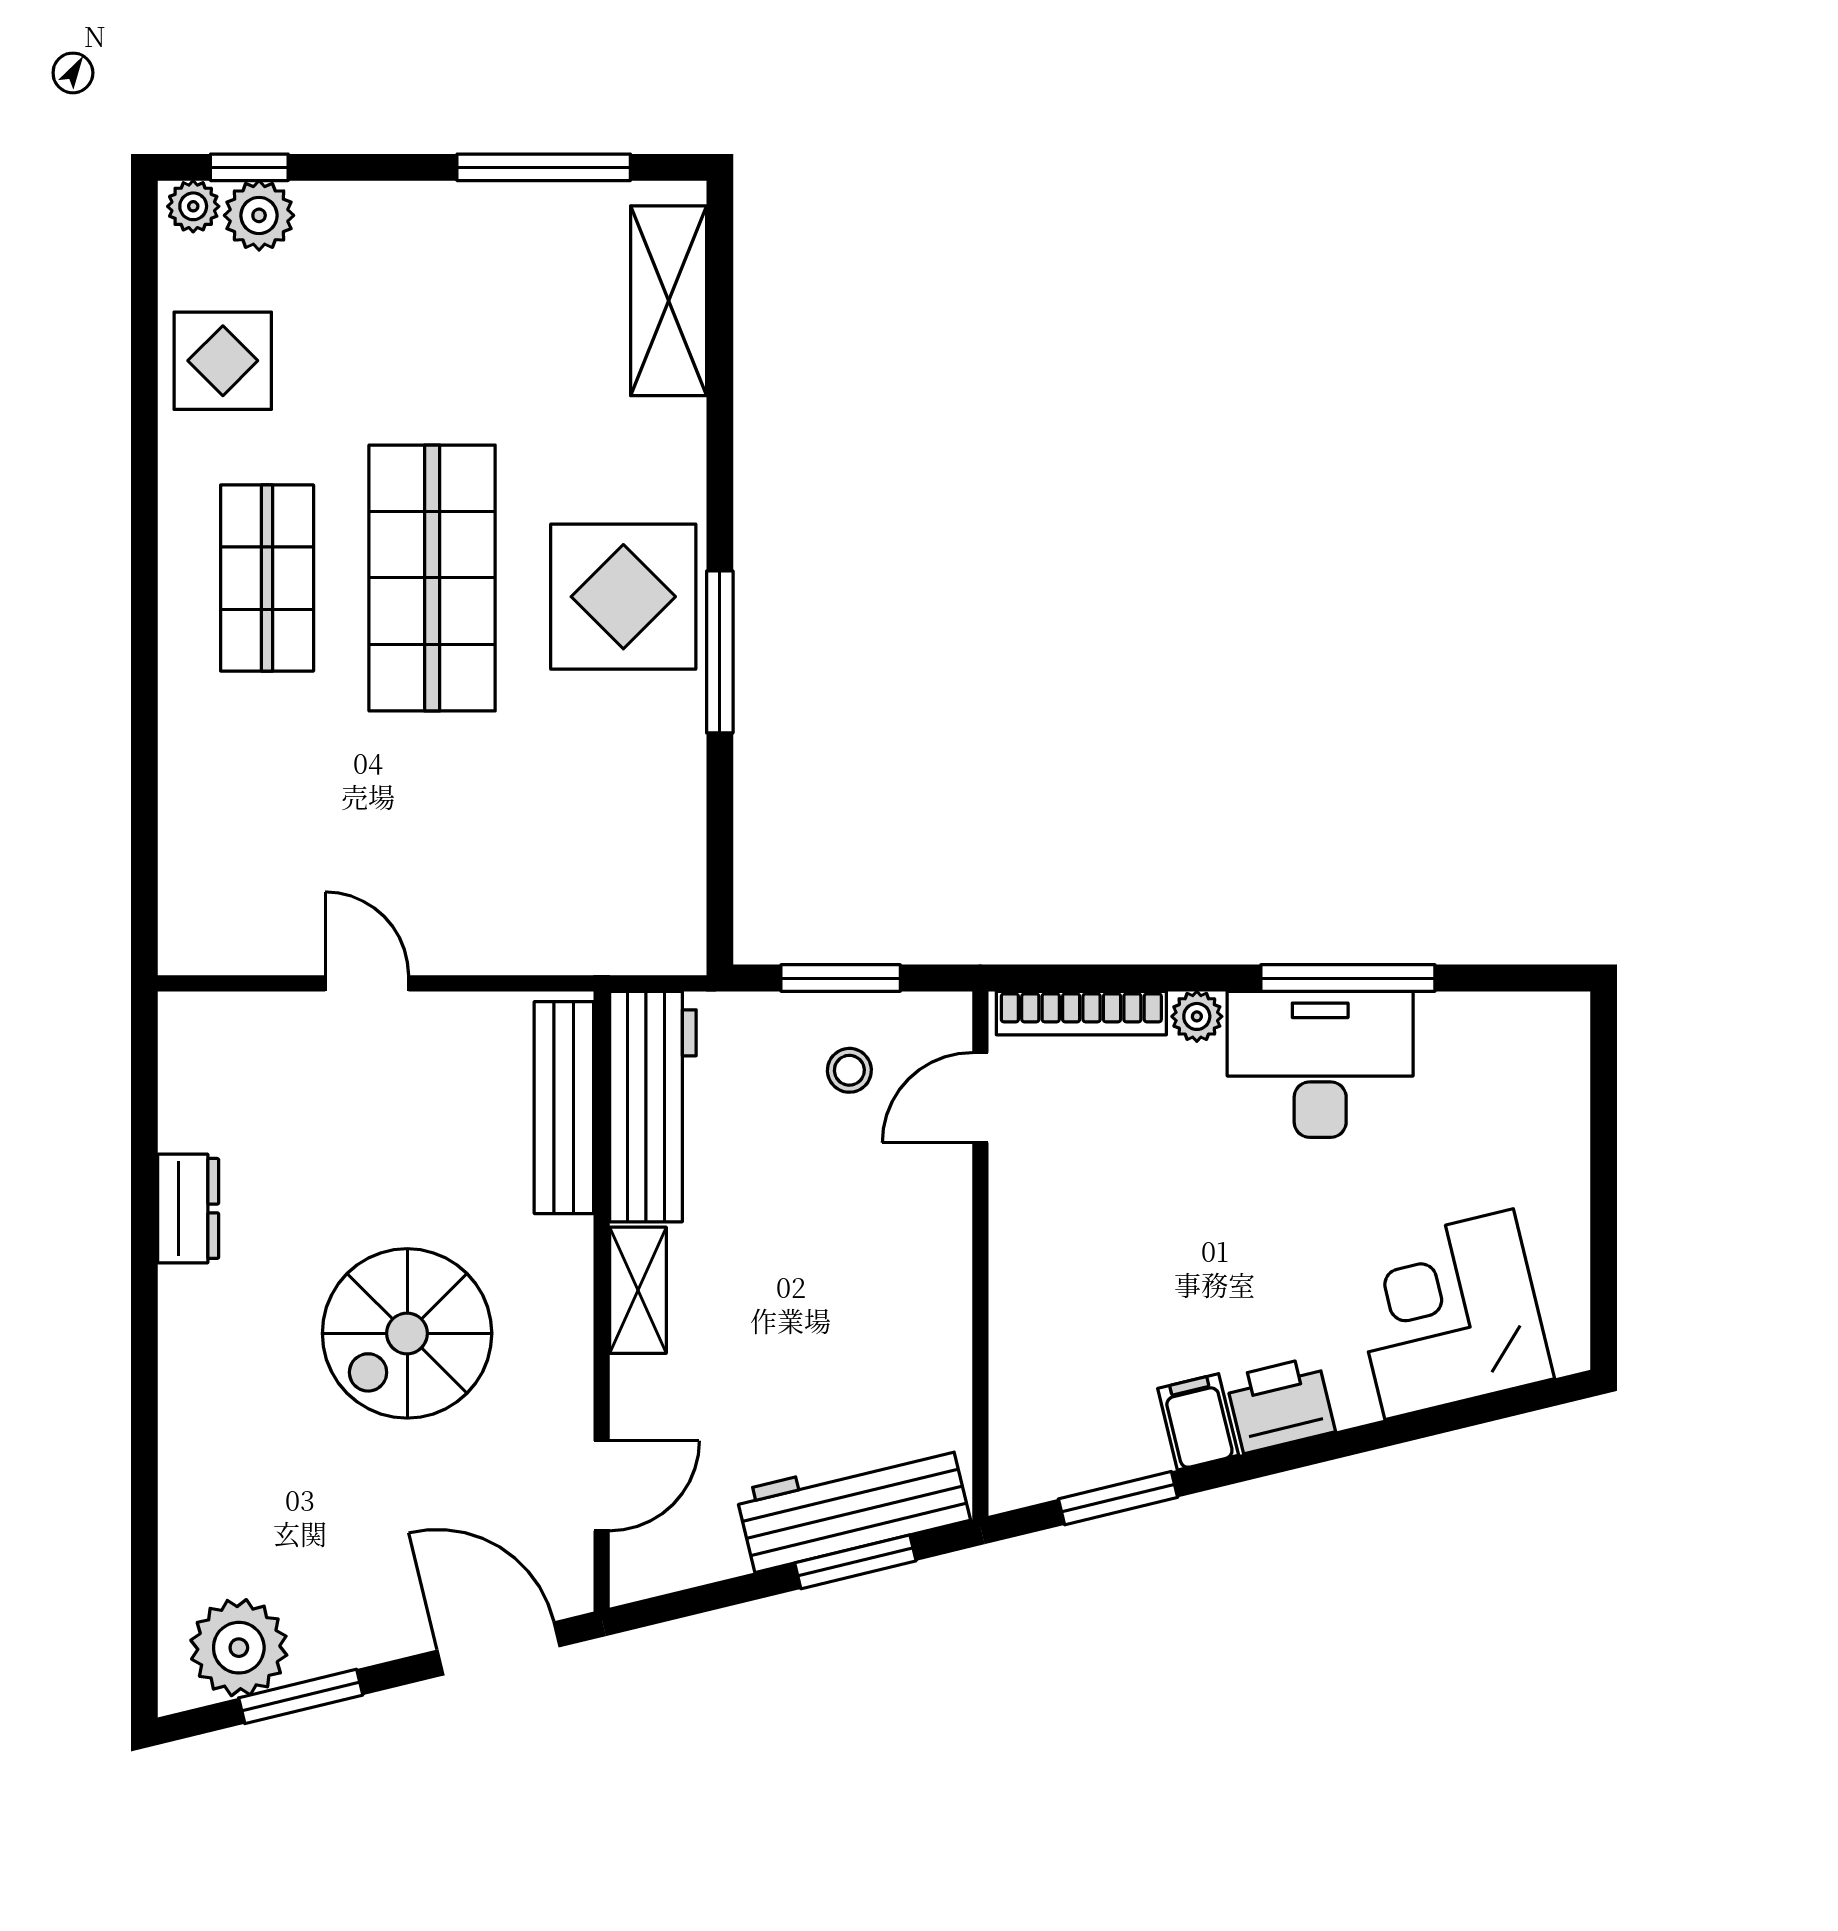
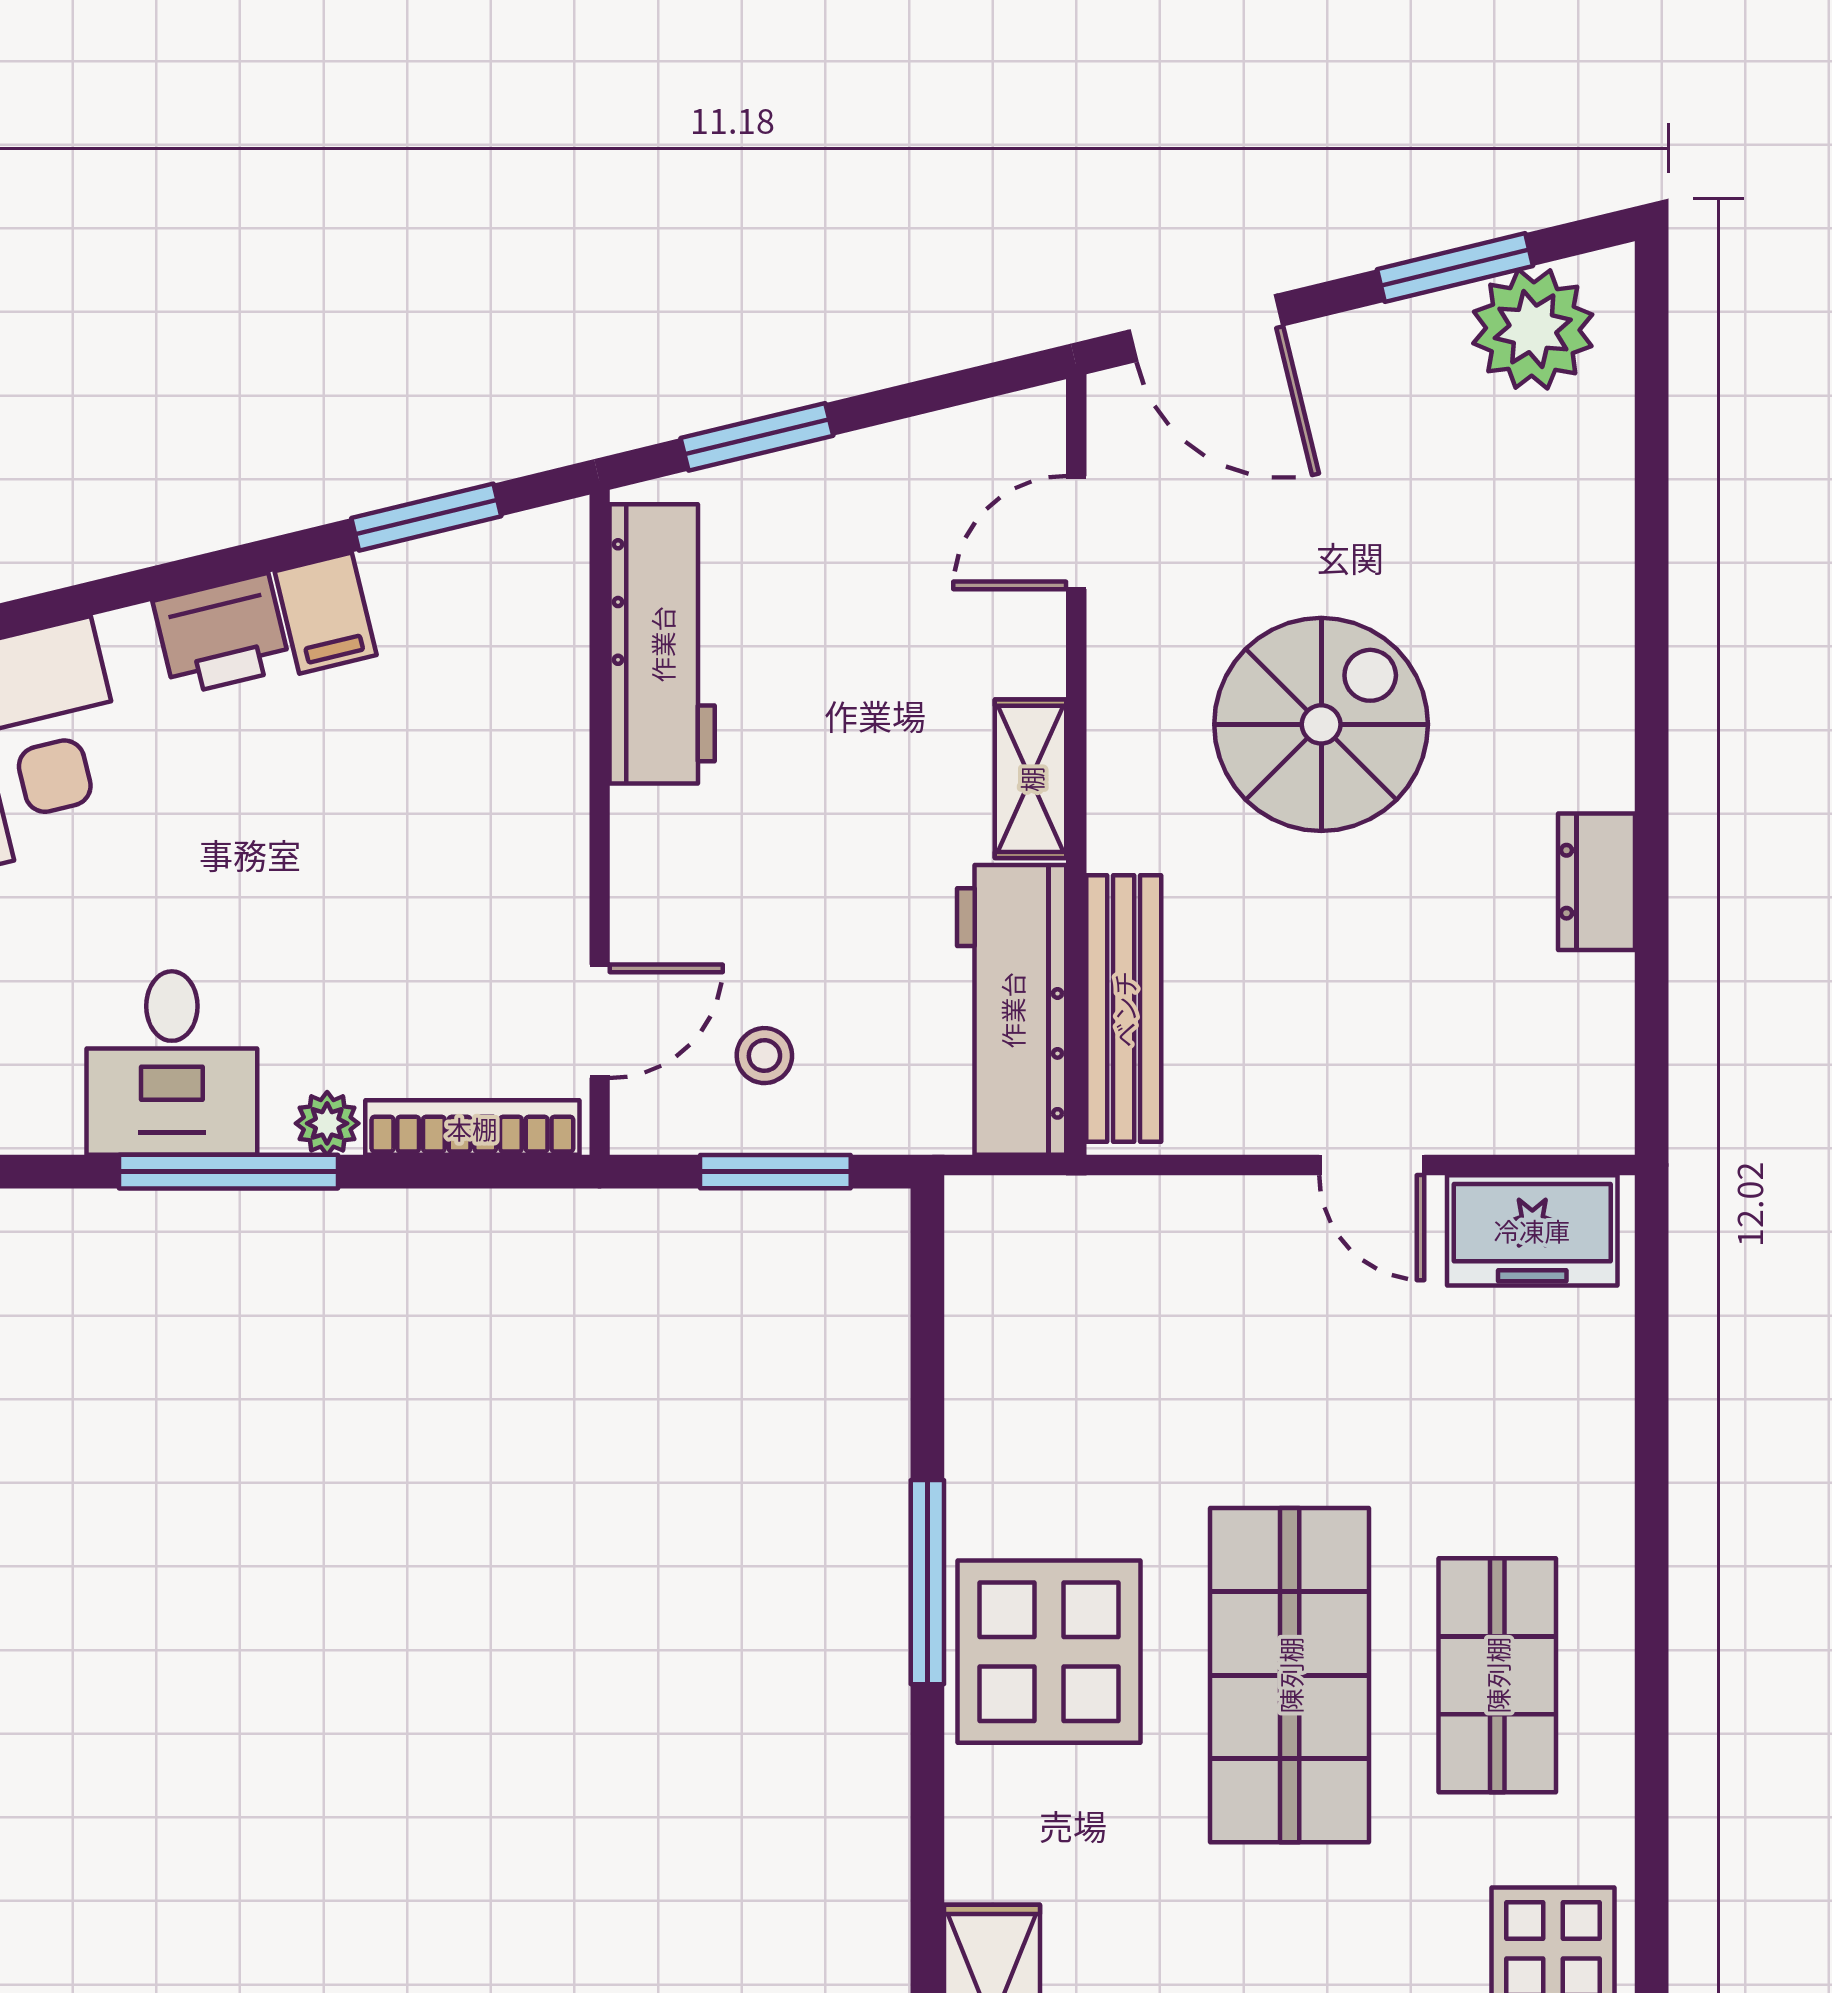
freezer: (239, 931) -> (1532, 1230), added
window: (1348, 978) -> (229, 1172), moved
desk: (1320, 1064) -> (172, 1063), width x0.73
workbench: (853, 1506) -> (662, 644), moved, turned -76

